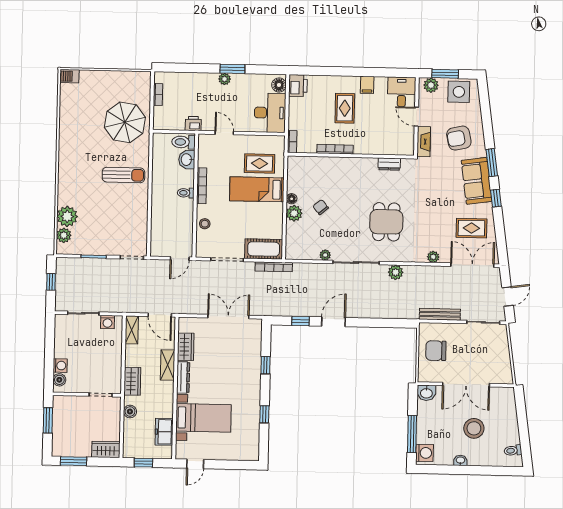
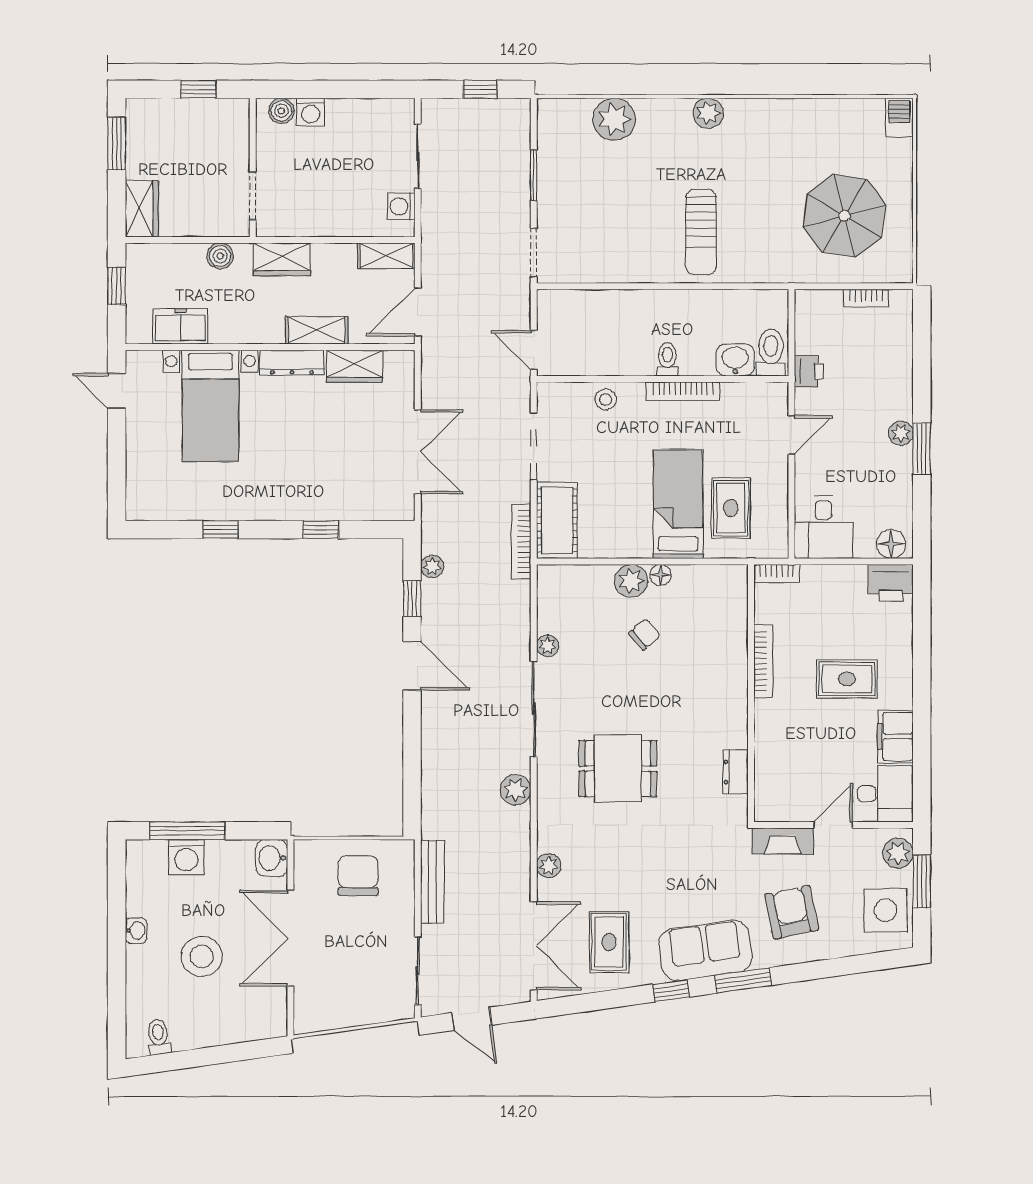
filing cabinet: (367, 85) -> (895, 736), width x2.00
desk: (270, 113) -> (823, 527), width x0.73
parasol: (125, 122) -> (844, 216), moved
plant: (64, 235) -> (708, 113), moved
plant: (285, 311) -> (432, 567), added
window: (48, 420) -> (198, 89), width x0.67
washing machine: (424, 453) -> (186, 857), moved

